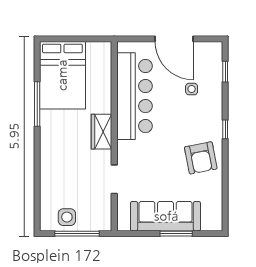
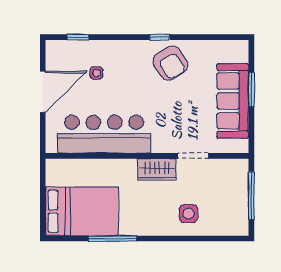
window: (225, 129) -> (160, 37), moved
wardrobe: (102, 132) -> (157, 169), moved
armchair: (201, 158) -> (170, 63), turned 68
side table: (67, 217) -> (189, 214), moved

